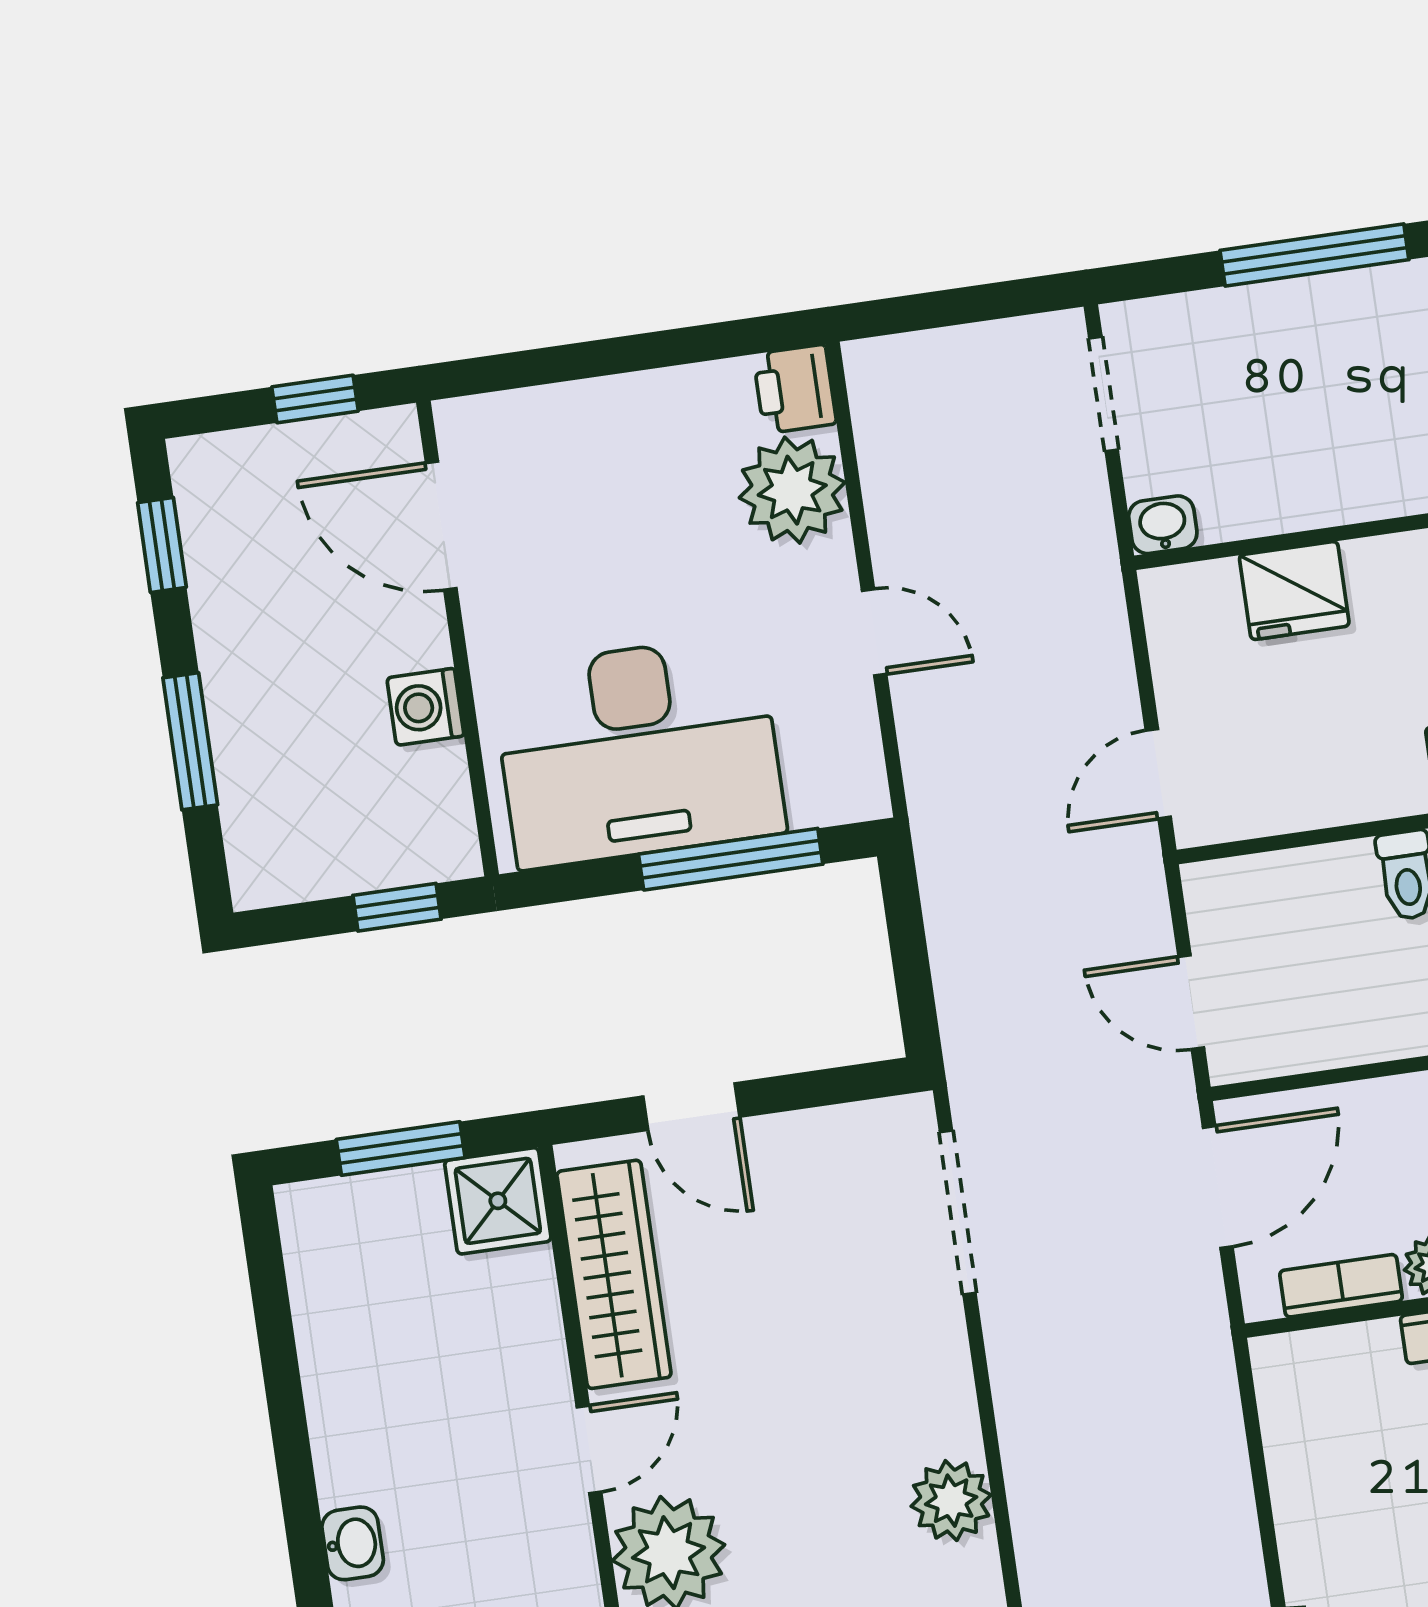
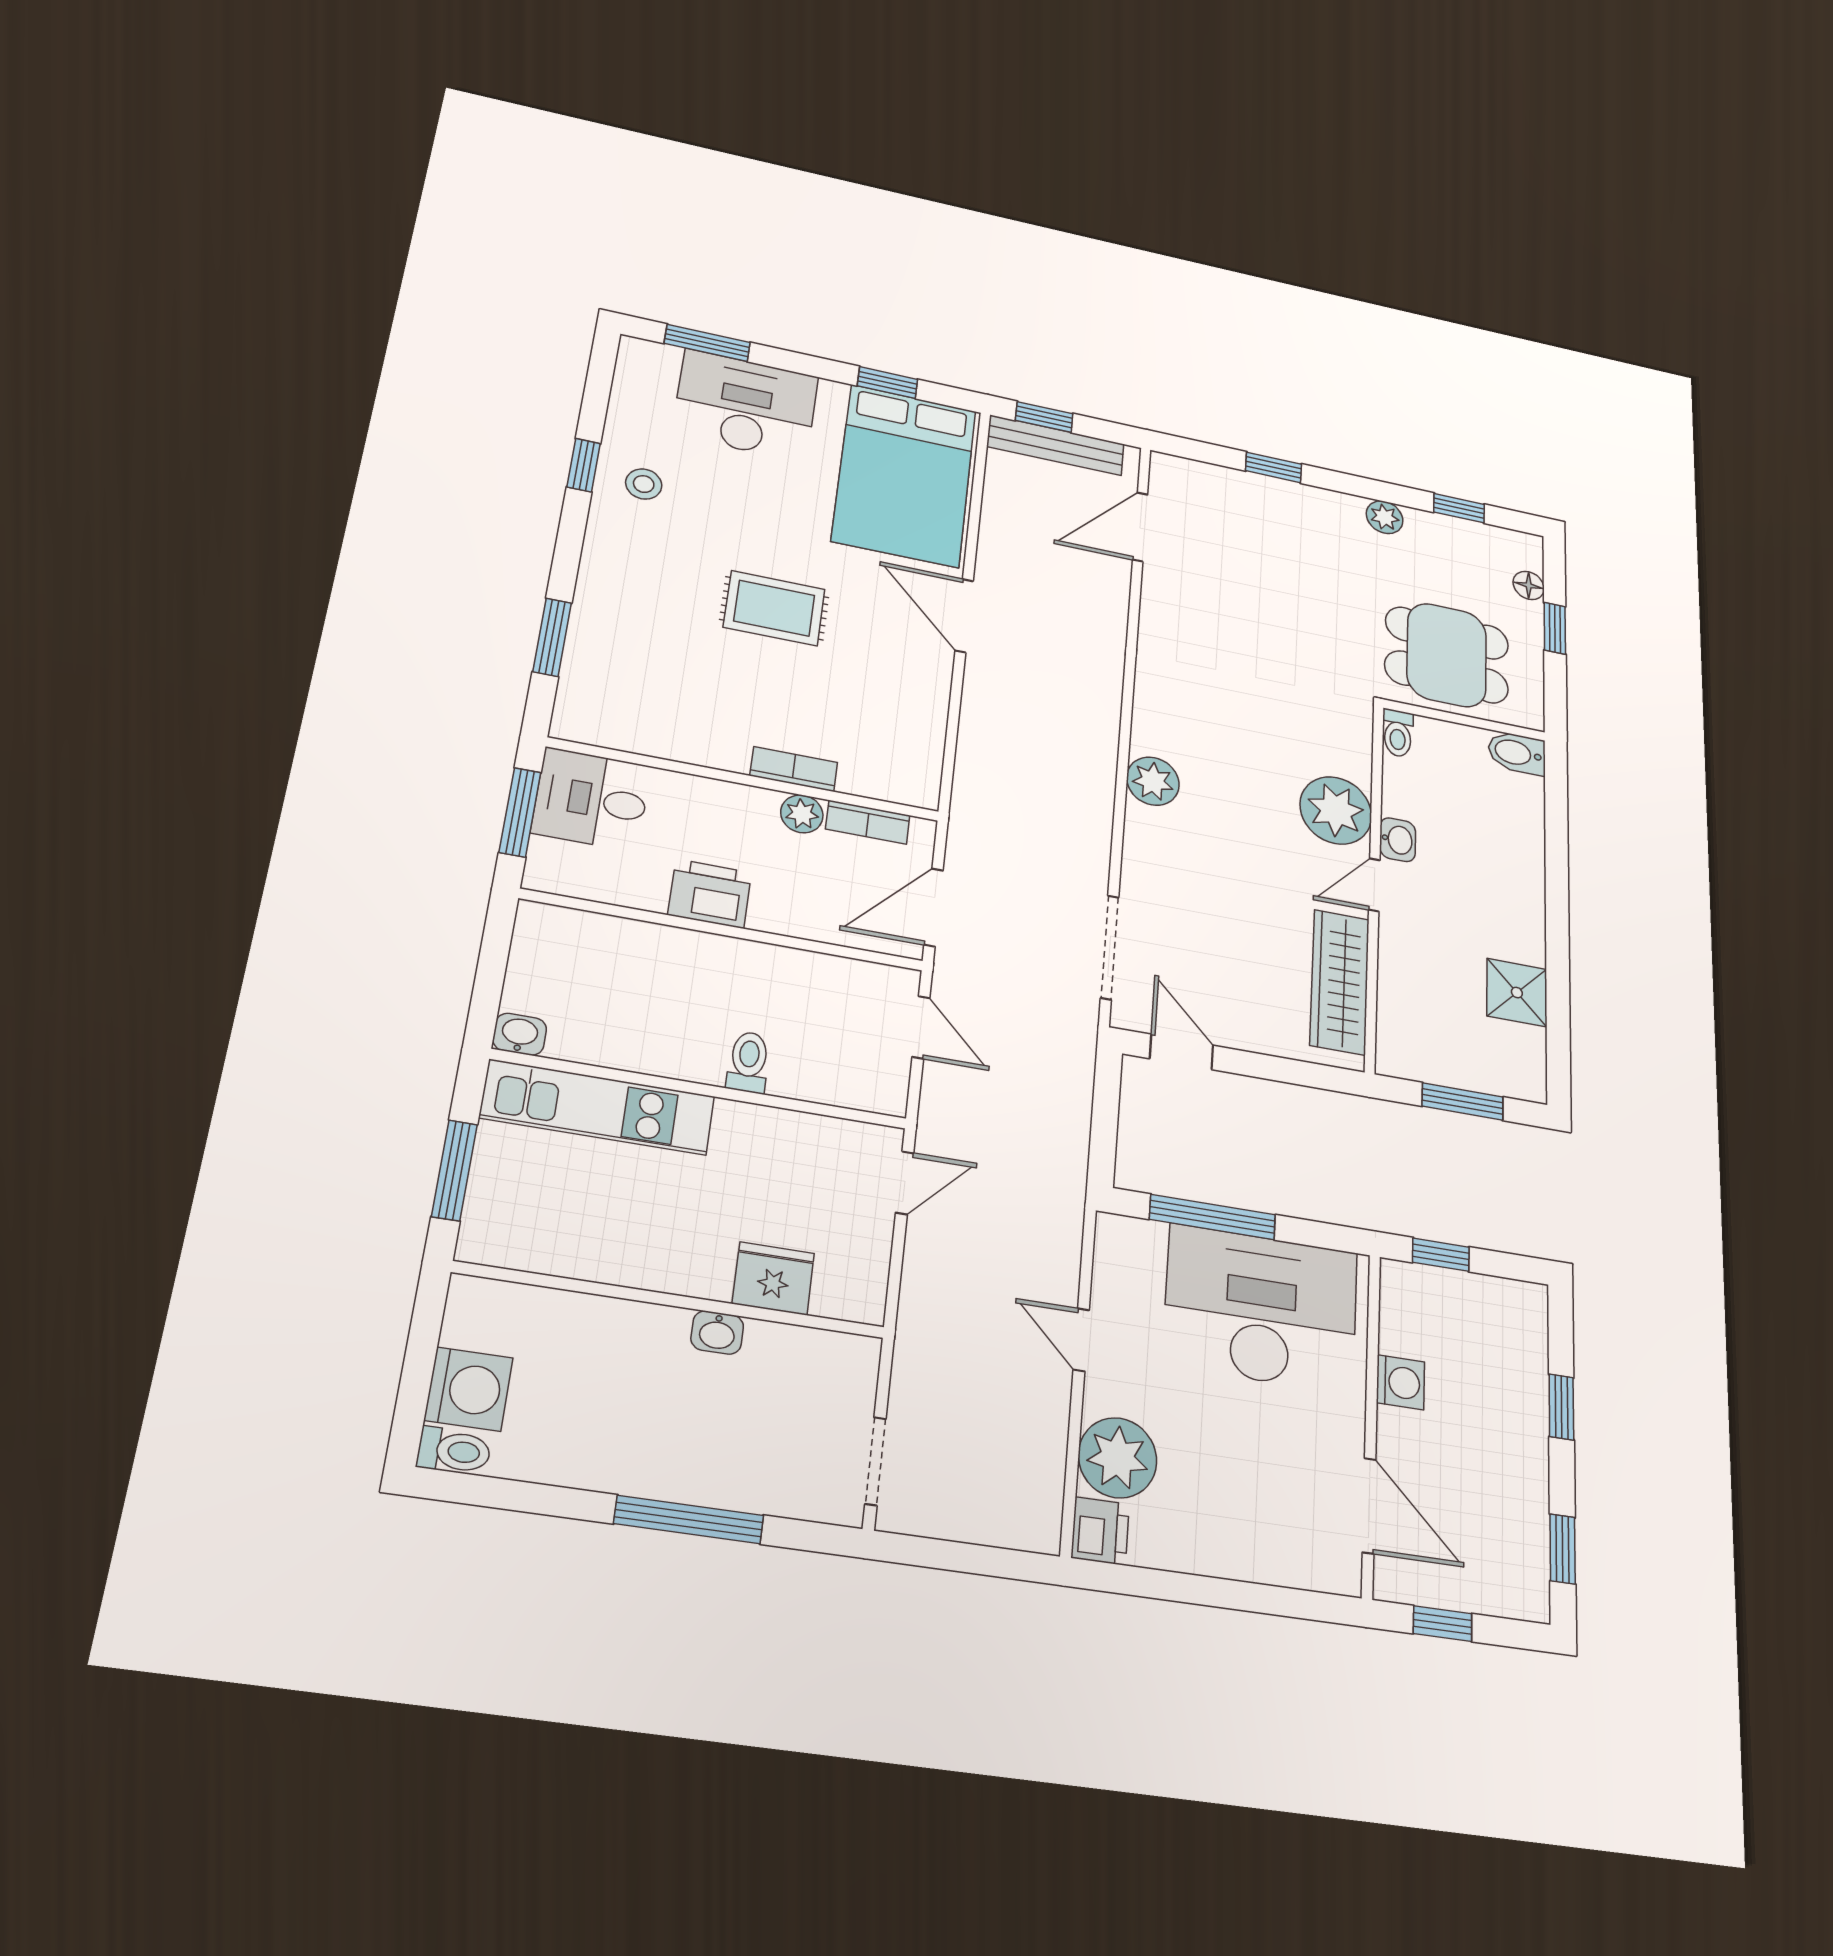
washbasin: (1163, 525) -> (717, 1332), moved
window: (190, 741) -> (1561, 1407), width x0.67
door: (691, 1107) -> (1181, 1052), moved
shower: (498, 1201) -> (1517, 993), moved
washbasin: (353, 1543) -> (1398, 840), moved, turned 180

